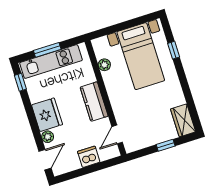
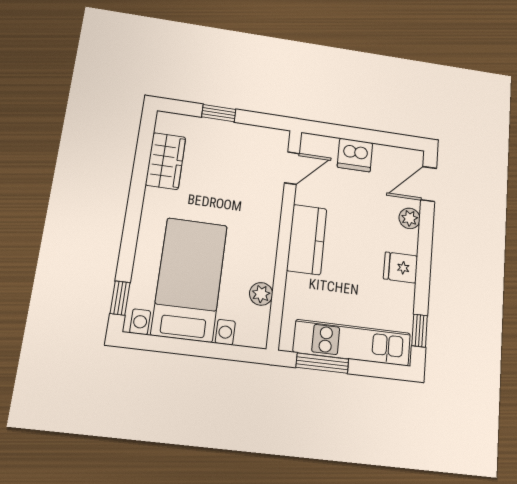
window: (47, 50) -> (322, 363), moved
window: (174, 50) -> (120, 298), moved
fridge: (47, 115) -> (401, 267), width x0.53, depth x0.75
wardrobe: (183, 120) -> (166, 161), moved

